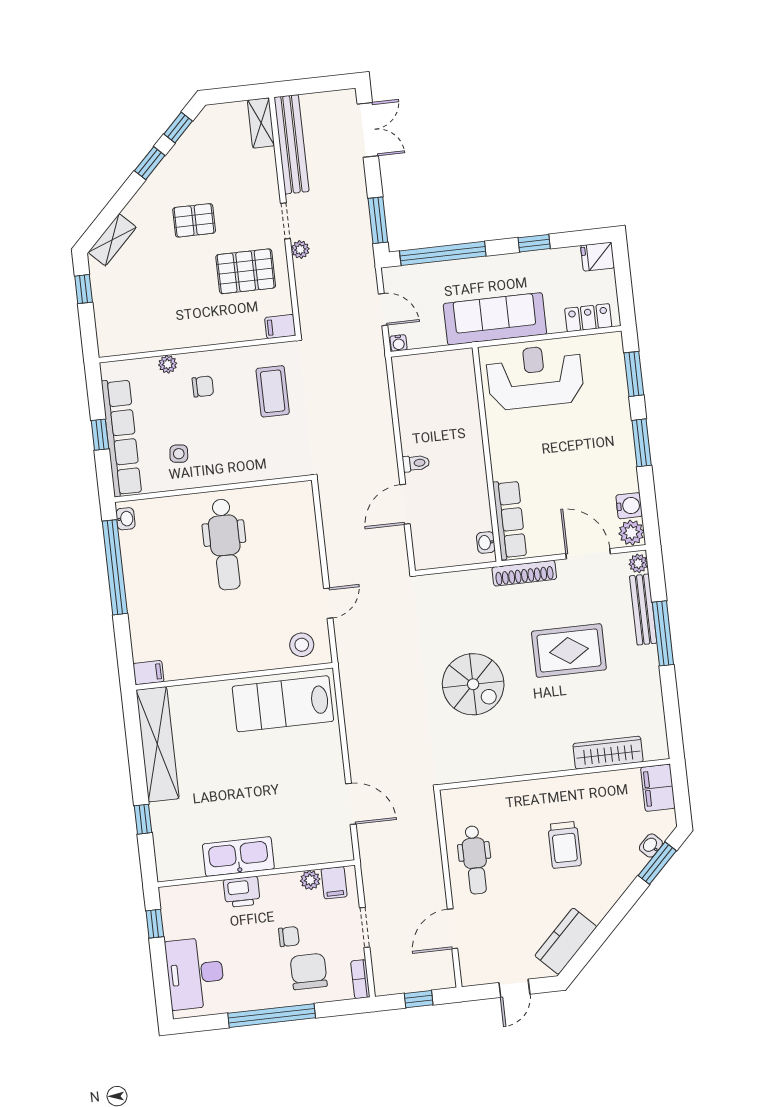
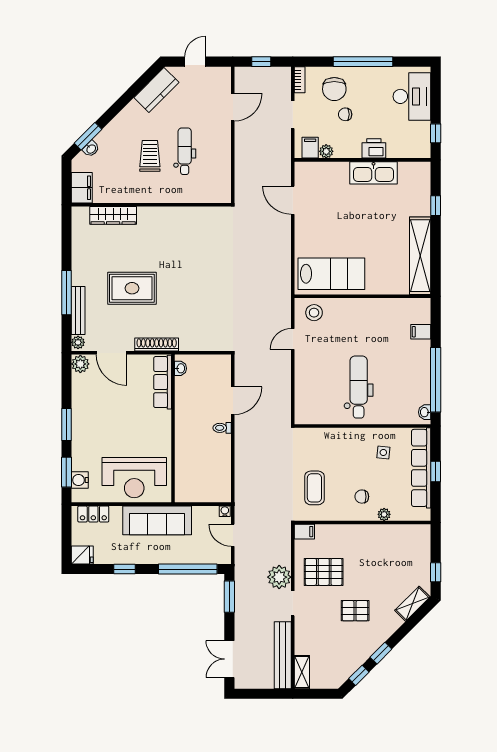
plant: (300, 250) -> (279, 577), width x1.88, depth x1.88
water cooler: (629, 506) -> (80, 480), moved
filing cabinet: (148, 673) -> (421, 332), moved
spiral stairs: (473, 684) -> (200, 273), removed
dental chair: (475, 860) -> (185, 151), moved

